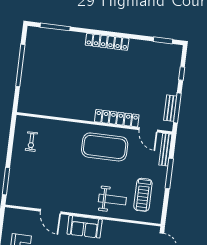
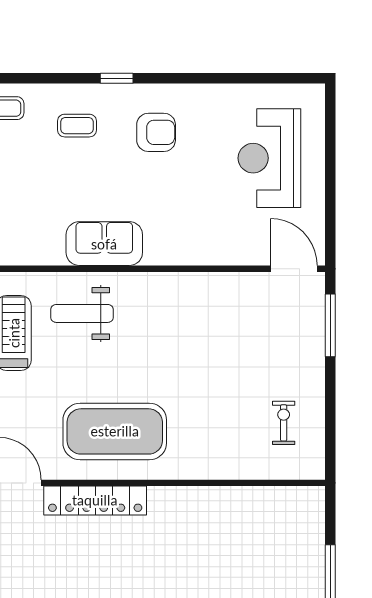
door: (51, 211) -> (294, 269), moved
sofa: (85, 227) -> (104, 244), moved

